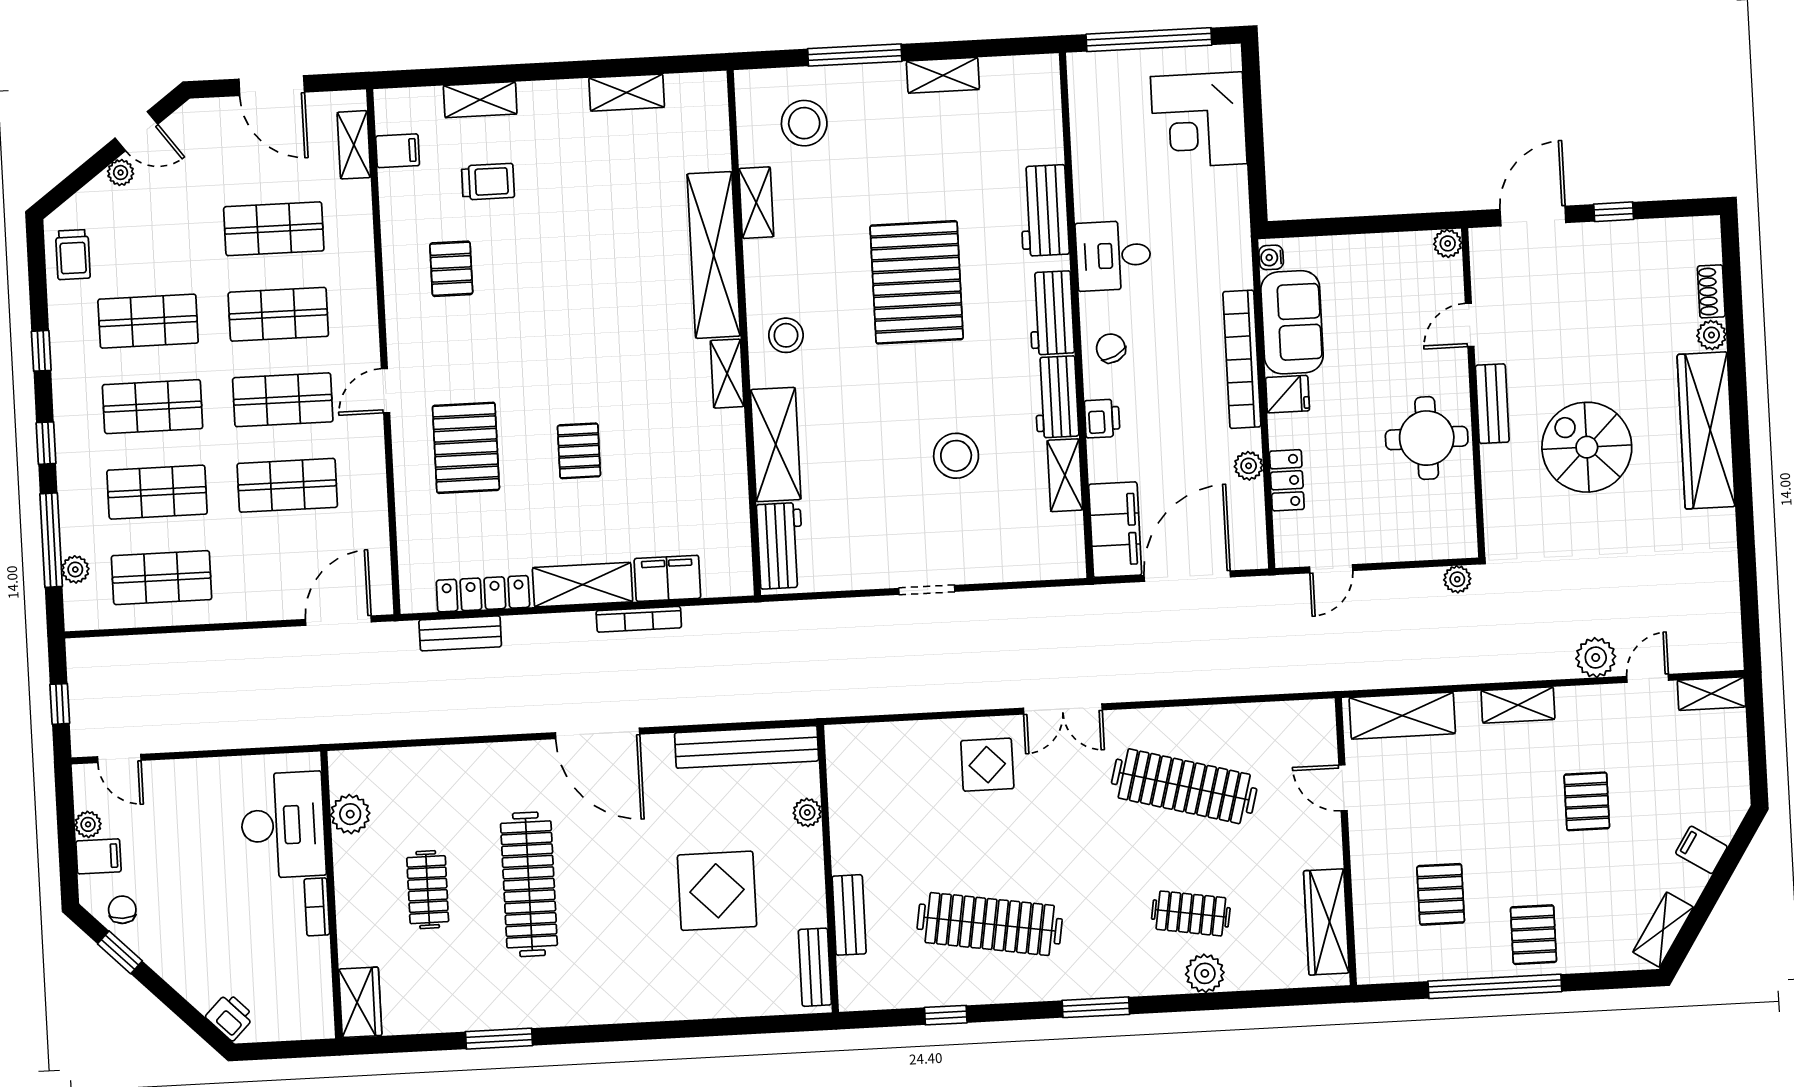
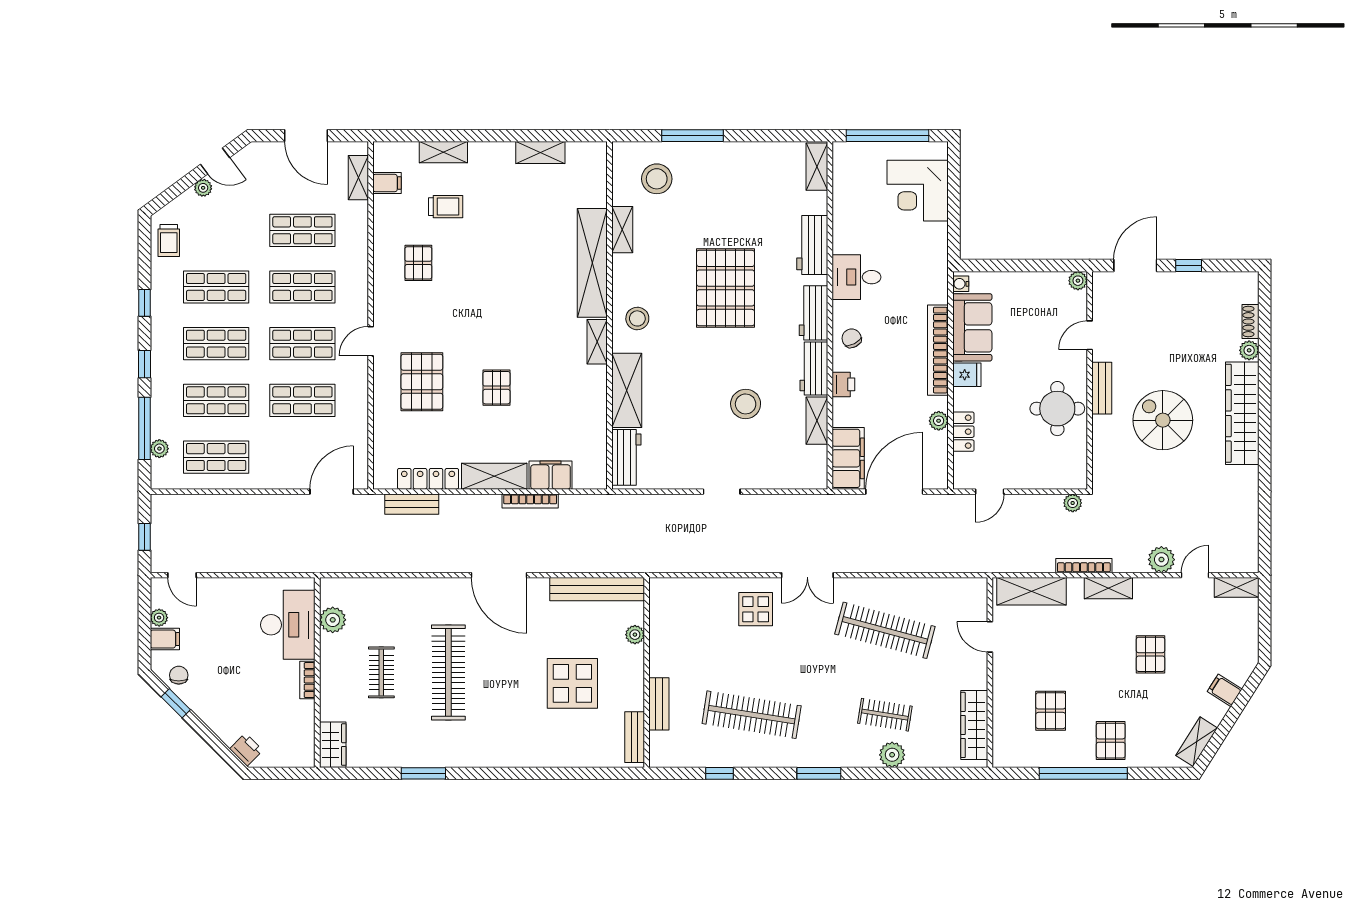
shelving: (943, 75) -> (817, 167), moved, turned 90
bookcase: (1479, 673) -> (1084, 566), added

